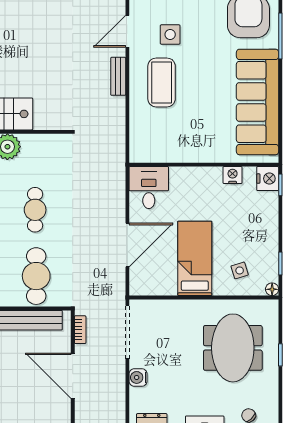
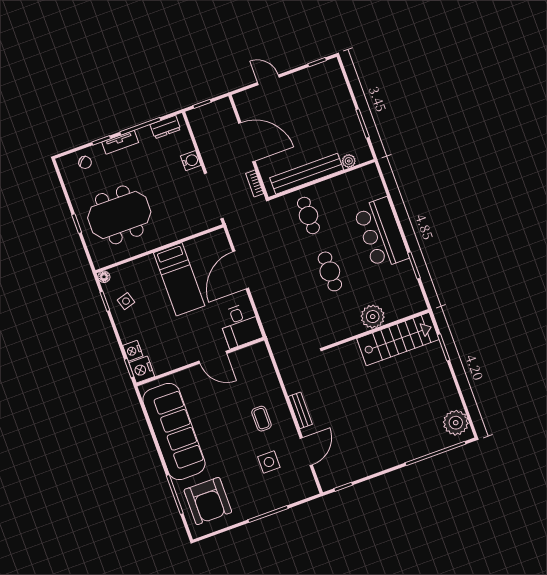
coffee table: (162, 82) -> (261, 419), width x0.54, depth x0.58
door: (189, 165) -> (213, 357), added
nightstand: (233, 175) -> (133, 351), moved, turned 90
side table: (240, 270) -> (126, 301), moved
cafe table: (36, 276) -> (308, 215), width x0.73, depth x0.74
meeting table: (233, 348) -> (119, 215), turned 90

